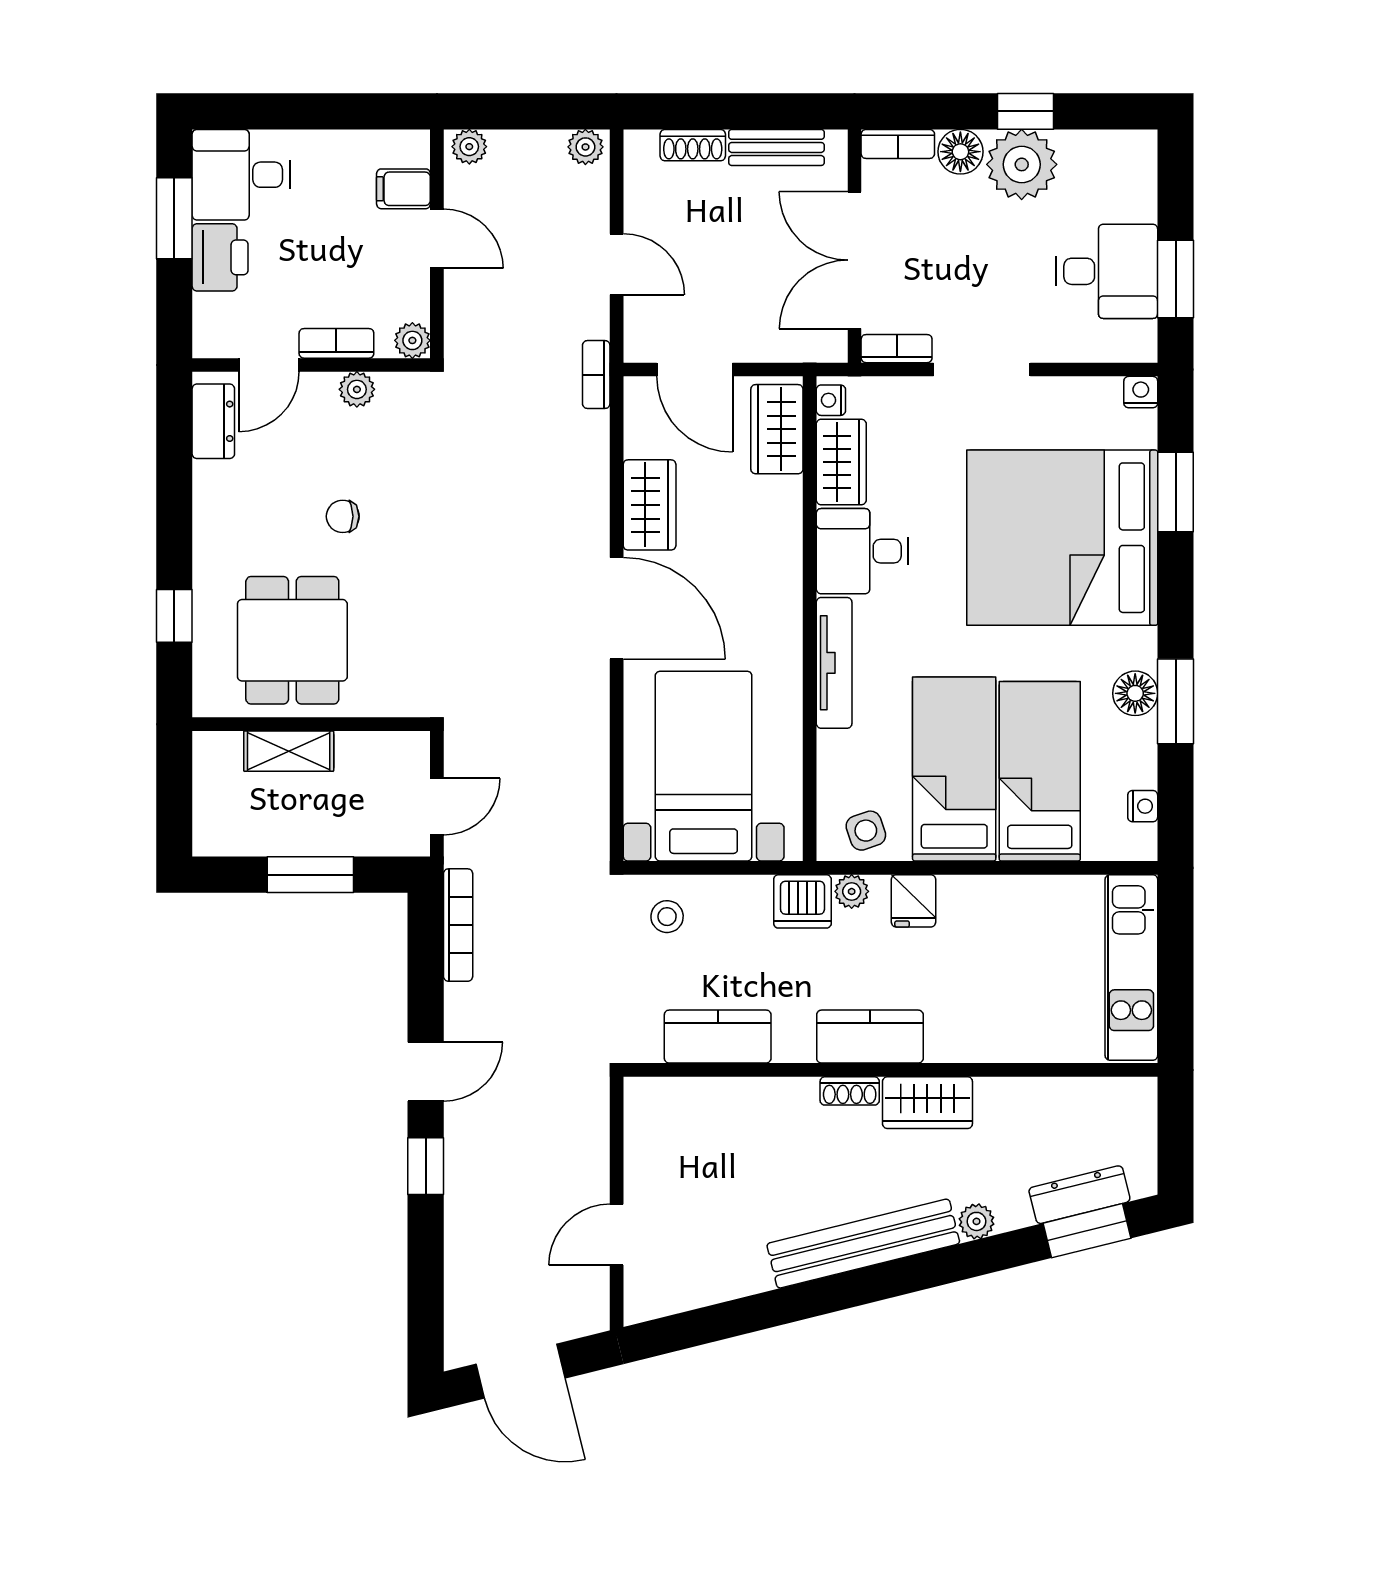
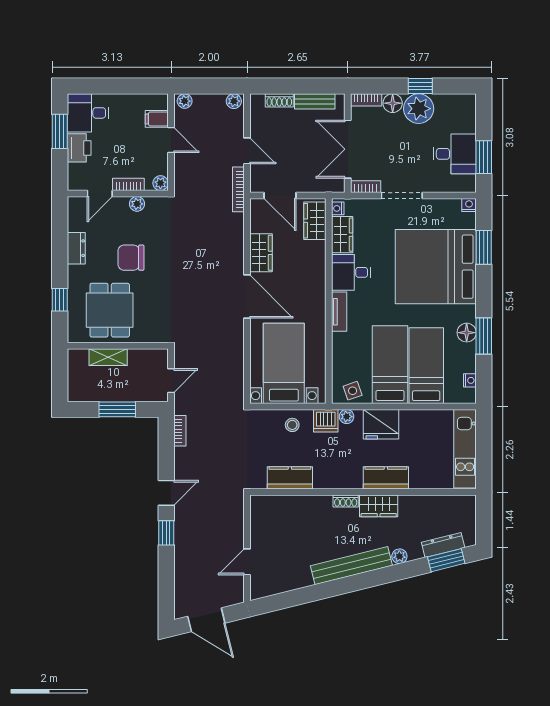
bookcase: (596, 375) -> (238, 189), width x1.56
dresser: (213, 421) -> (76, 248), moved
chair: (343, 516) -> (131, 258), width x1.87, depth x1.87
tv unit: (834, 663) -> (339, 312), width x0.71
fridge: (913, 901) -> (381, 424), width x1.88, depth x1.34
stool: (667, 917) -> (292, 425), moved
bookcase: (458, 925) -> (180, 431), width x0.64
kitchen counter: (870, 1037) -> (386, 478), moved

